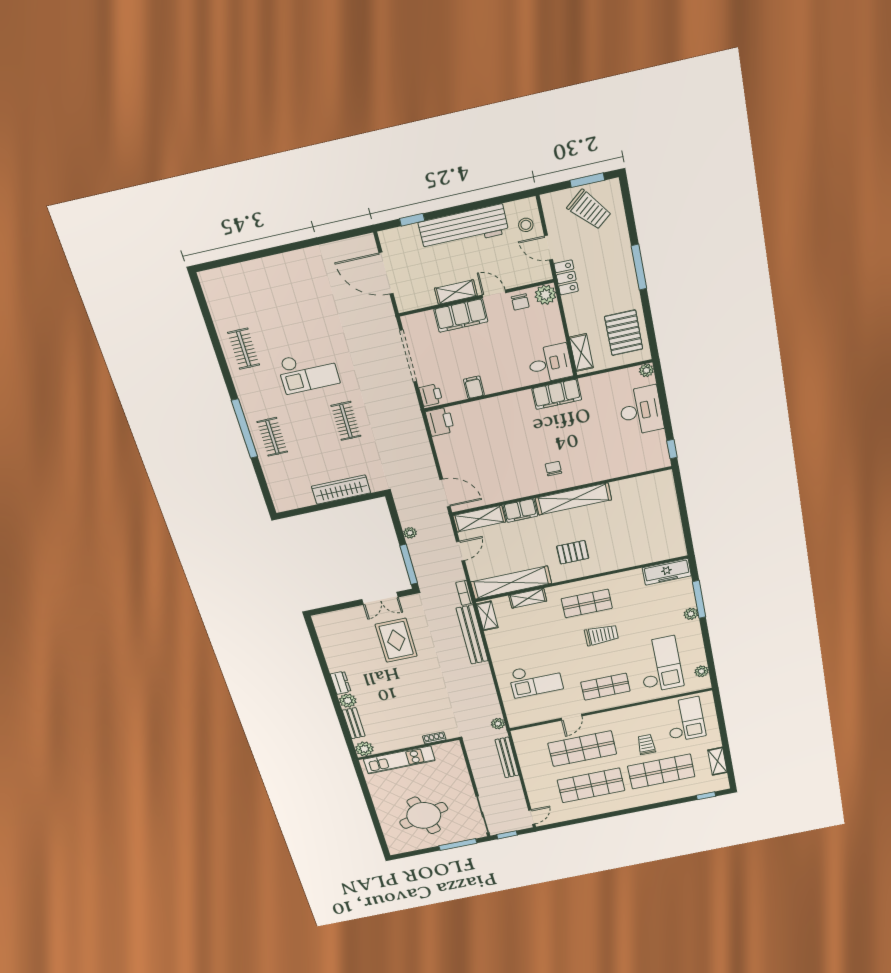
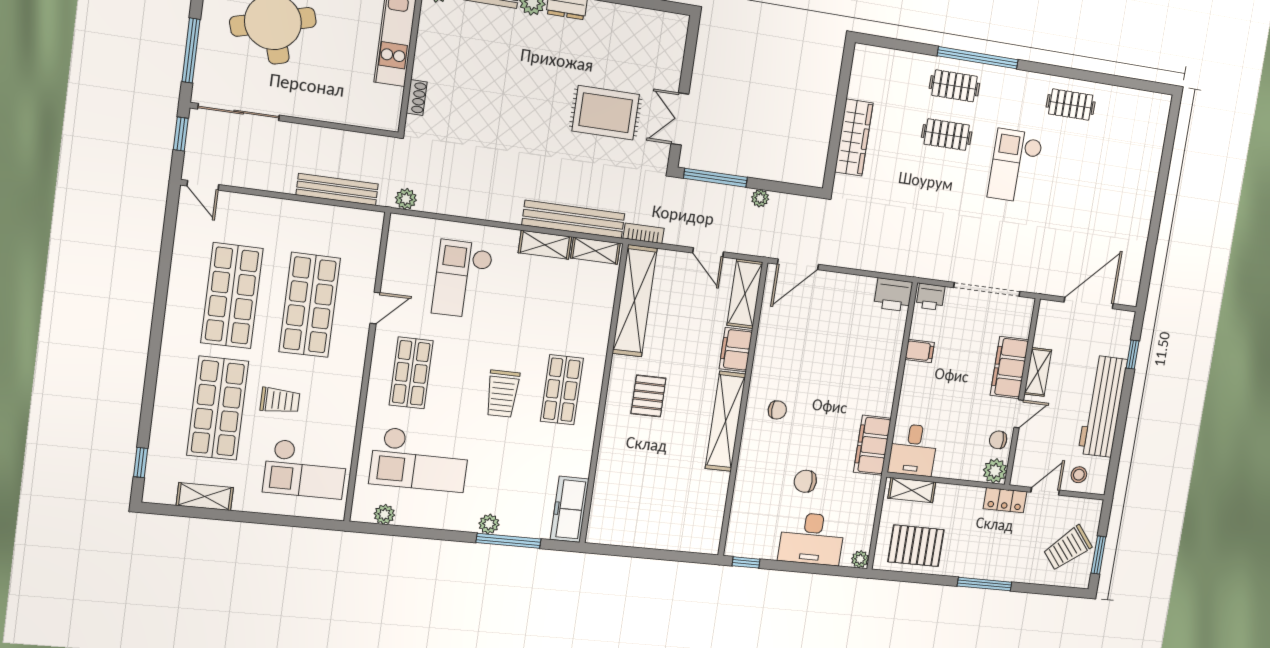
clothes rail: (346, 421) -> (947, 135), moved
chair: (599, 431) -> (805, 481), added
shelving: (528, 598) -> (545, 245), moved, turned 90
door: (572, 717) -> (375, 308), swing flipped

